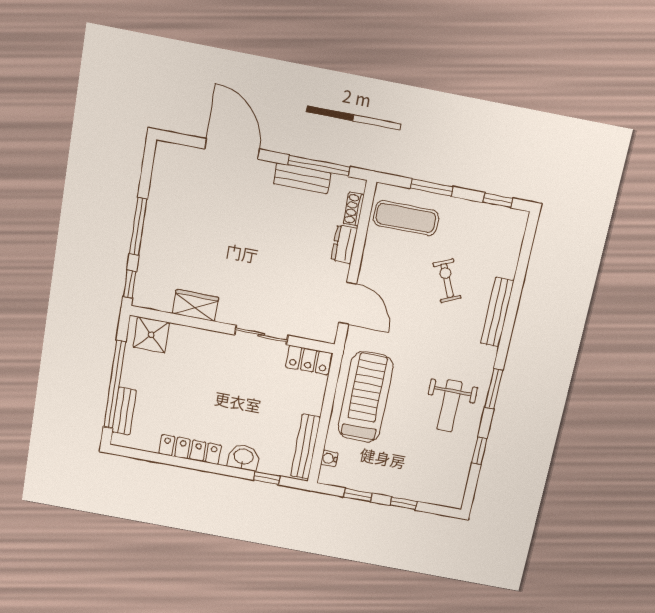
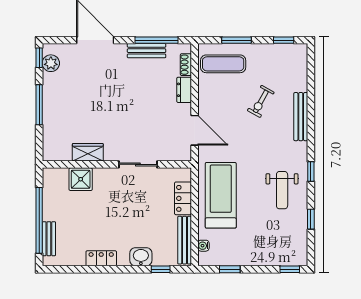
plant: (164, 170) -> (51, 63), added
exercise bike: (447, 281) -> (261, 101), turned -127
window: (130, 284) -> (39, 58), moved
shower: (151, 335) -> (81, 179), moved
locker: (309, 360) -> (183, 198), moved, turned 90
window: (494, 389) -> (311, 172), width x0.67
locker: (190, 449) -> (101, 258), width x0.66
window: (403, 503) -> (290, 269), moved

